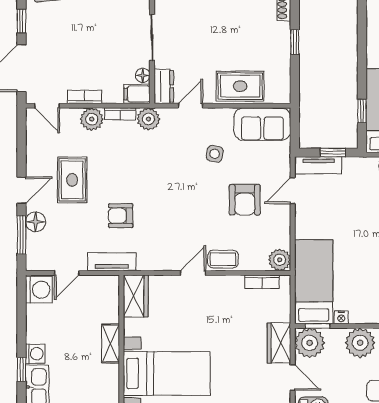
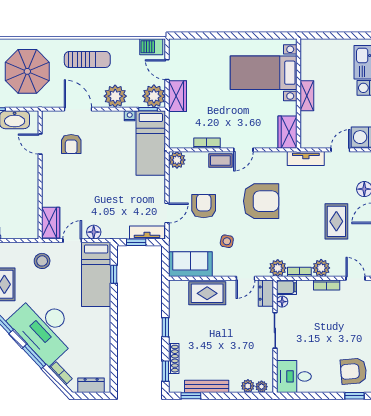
armchair: (121, 216) -> (261, 201), moved, width x1.88, depth x1.88
bookcase: (262, 282) -> (207, 143), moved

